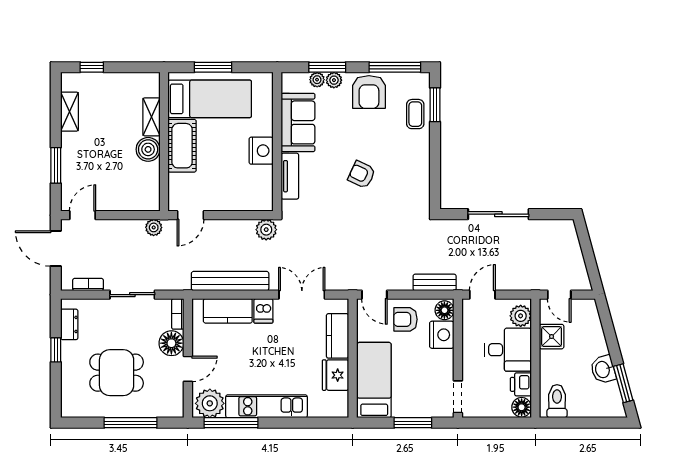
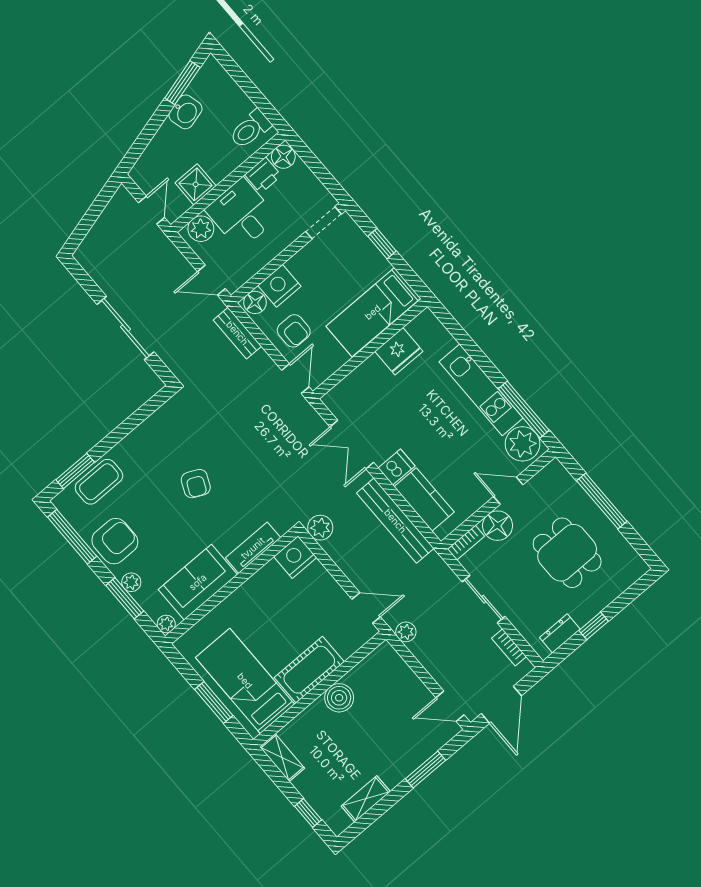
plant: (317, 80) -> (166, 624), moved
coffee table: (415, 114) -> (99, 482), width x1.36, depth x1.30
shelving: (151, 117) -> (282, 758), moved, turned 90
nightstand: (261, 151) -> (295, 557), moved
kitchen counter: (338, 336) -> (362, 380), removed
window: (413, 423) -> (382, 244), width x0.67

